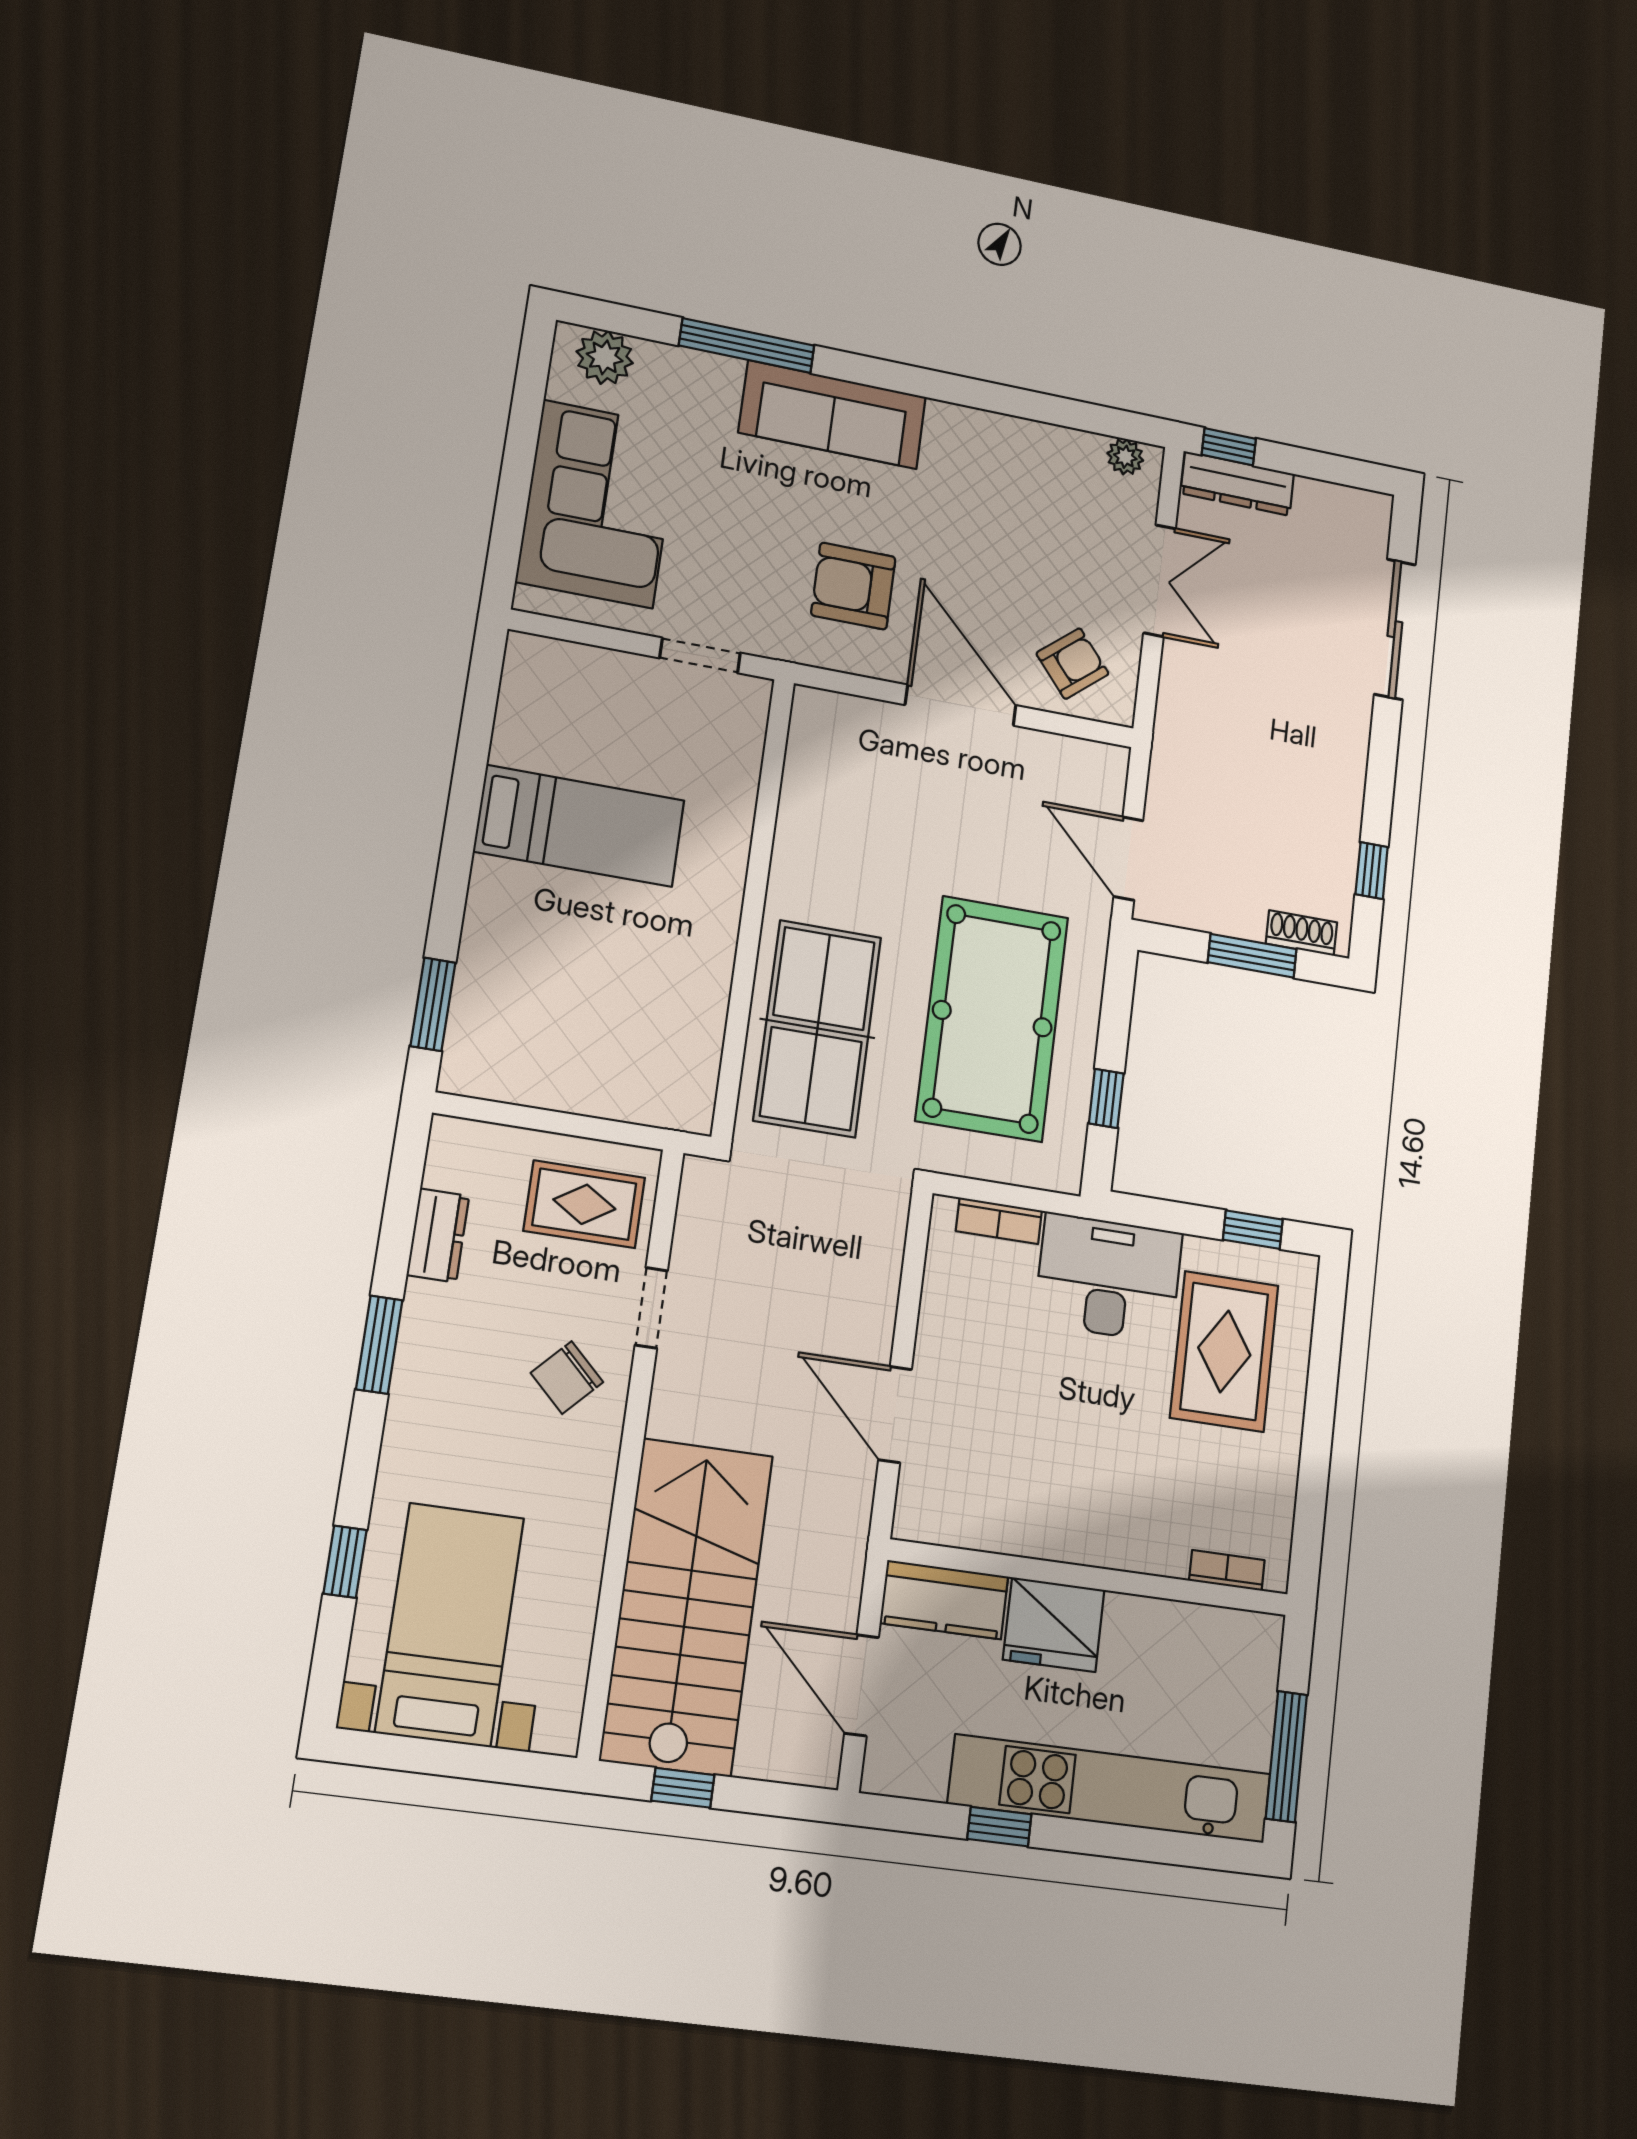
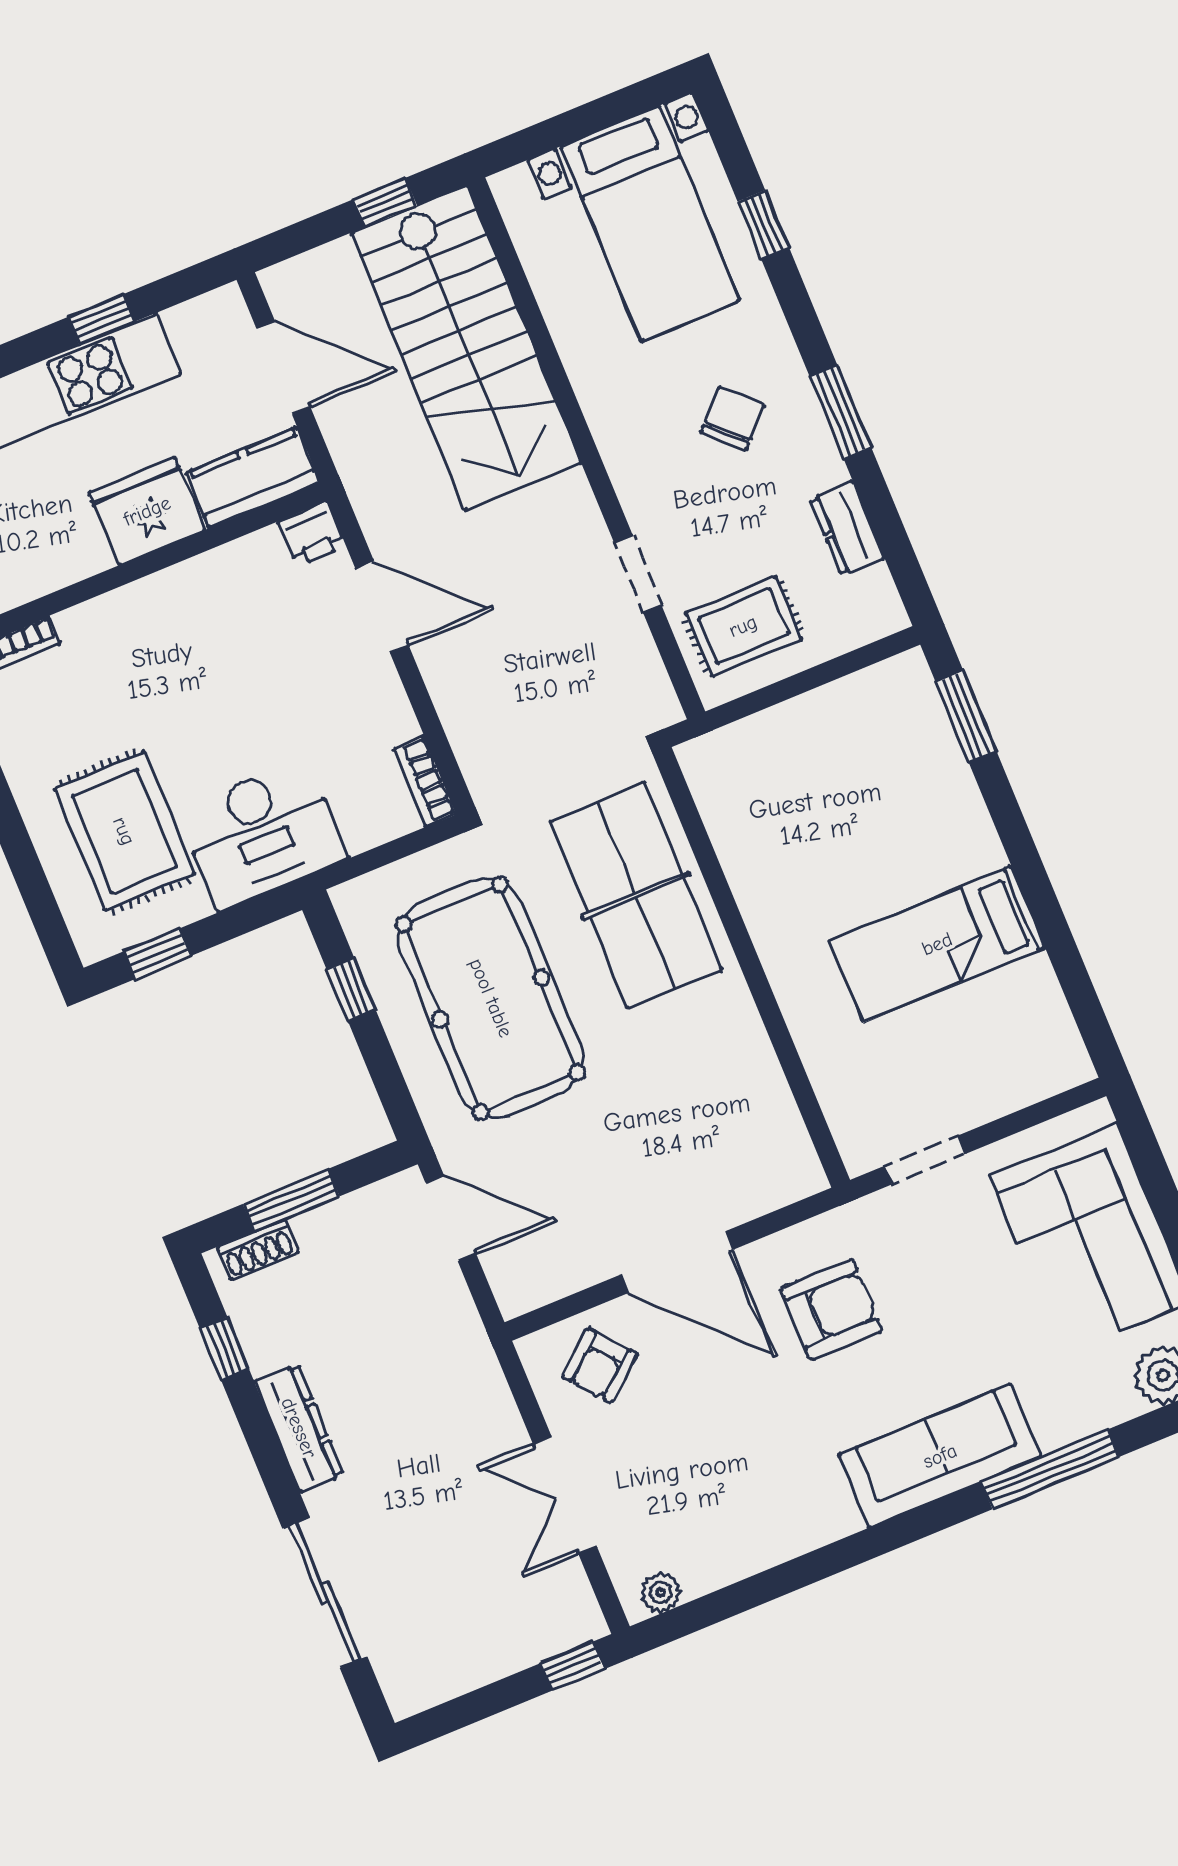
dresser: (1237, 484) -> (299, 1428), moved, turned 90
bookcase: (999, 1221) -> (425, 782), moved, turned -90
chair: (567, 1378) -> (732, 419), moved
printer: (920, 1517) -> (312, 534), added

